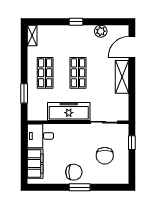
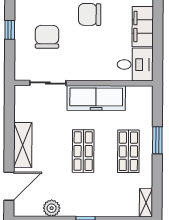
window: (24, 93) -> (157, 140), moved
window: (132, 143) -> (10, 30), moved

